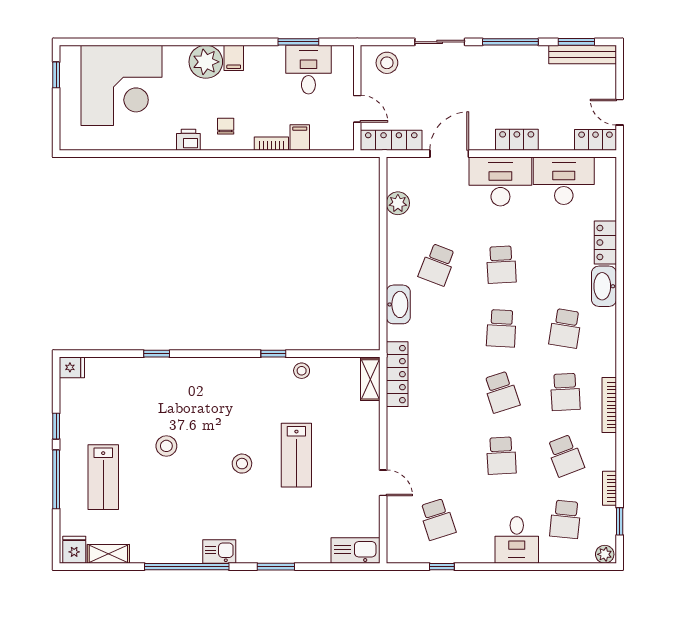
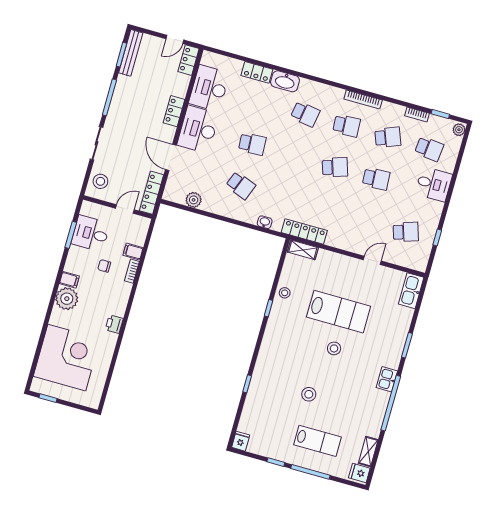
chair: (226, 126) -> (104, 266), moved
washbasin: (398, 304) -> (265, 222), width x0.52, depth x0.69
school desk: (501, 328) -> (294, 156), removed
lab bench: (296, 455) -> (339, 312), width x1.36, depth x1.39

